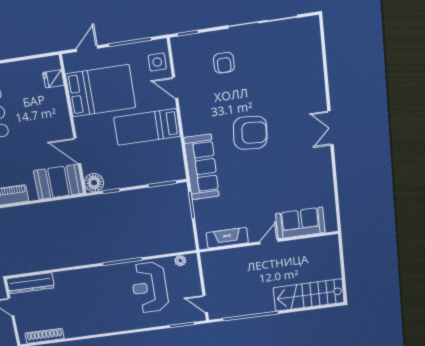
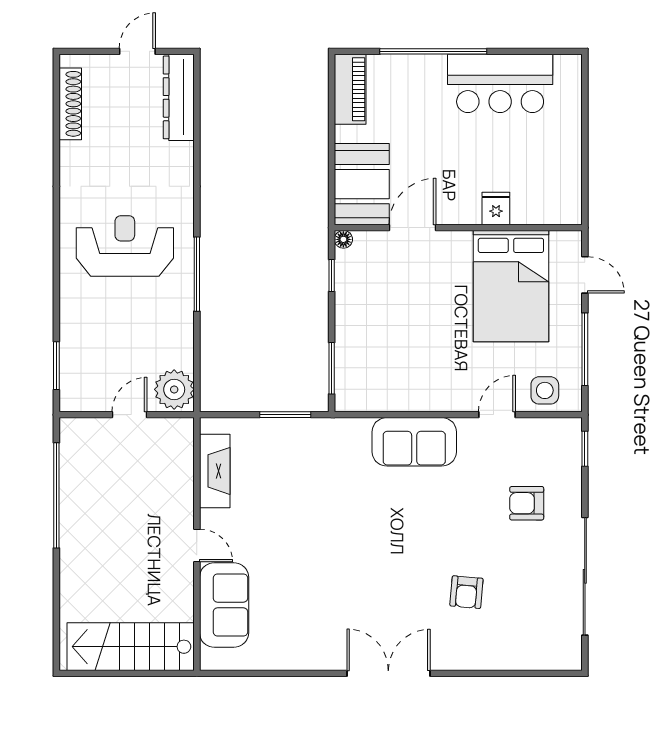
fridge: (53, 79) -> (496, 208), moved
bed: (147, 127) -> (437, 357), removed
double door: (330, 128) -> (388, 673), width x1.37
armchair: (250, 133) -> (466, 592), moved, width x0.53, depth x0.53
sofa: (202, 167) -> (414, 442), moved, width x0.73
floor lamp: (94, 183) -> (343, 239), width x0.53, depth x0.53
plant: (180, 261) -> (174, 389), width x1.87, depth x1.87
reception desk: (150, 287) -> (125, 246), moved
stairs: (309, 295) -> (131, 647), moved, turned -90
door: (205, 304) -> (129, 415), moved

